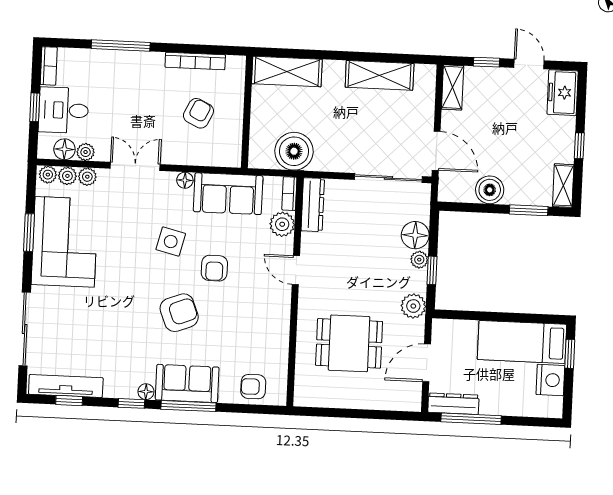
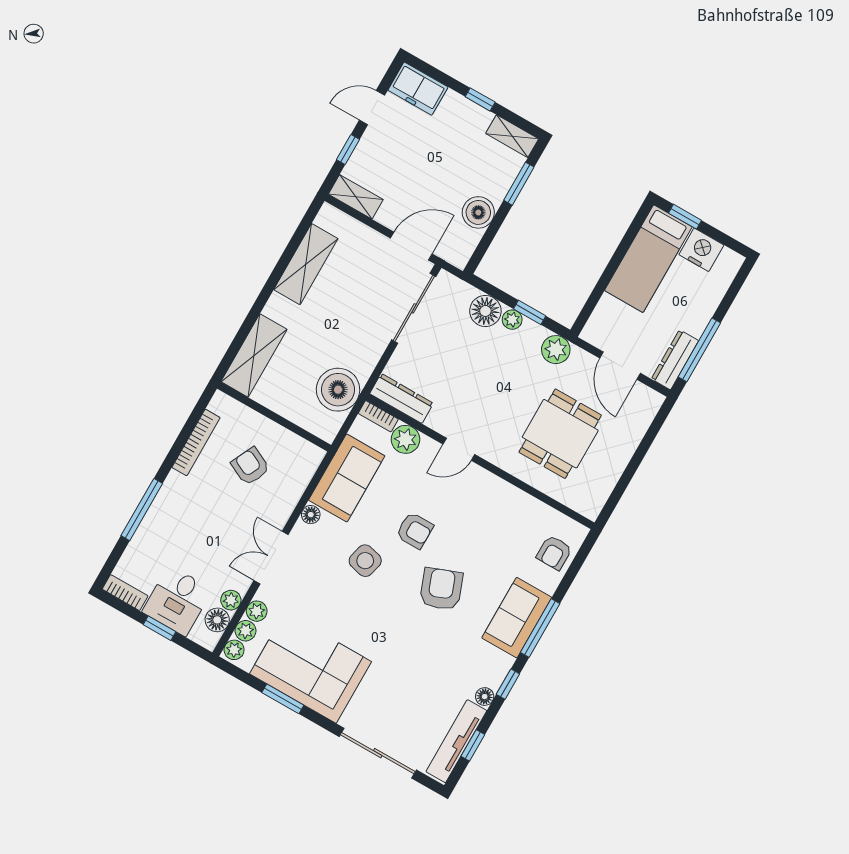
floor lamp: (146, 392) -> (485, 697), moved

